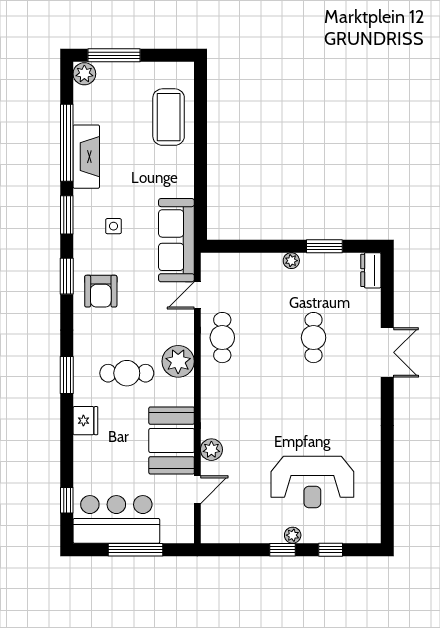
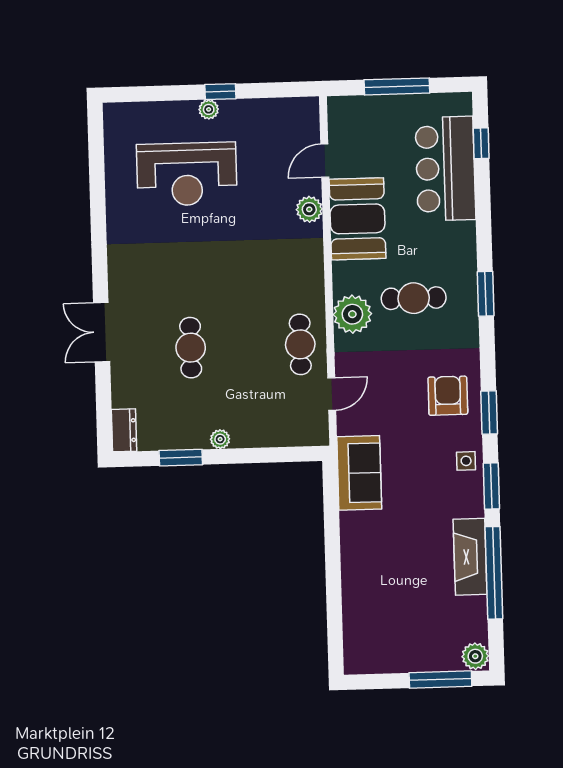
coffee table: (169, 117) -> (373, 607), removed
side table: (113, 226) -> (466, 461), moved
sofa: (176, 240) -> (359, 473), width x0.73
fridge: (85, 421) -> (462, 240), removed
reception desk: (312, 482) -> (187, 174), turned 180
bar counter: (116, 519) -> (445, 169), moved, turned 90
window: (331, 550) -> (163, 93), removed

